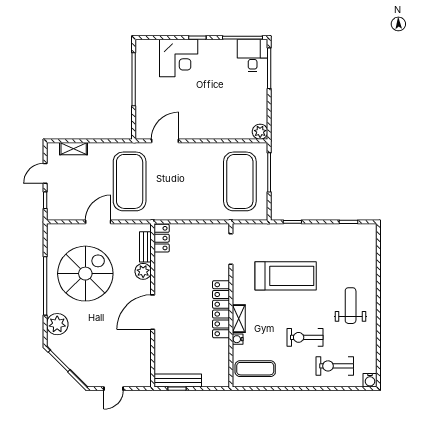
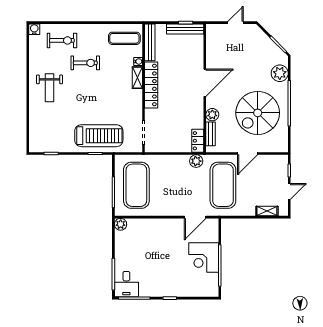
corner desk: (179, 58) -> (204, 258), moved, turned -90
plant: (164, 212) -> (196, 161), added
treadmill: (286, 276) -> (99, 136), moved, turned 180
bench: (223, 363) -> (150, 42), added

